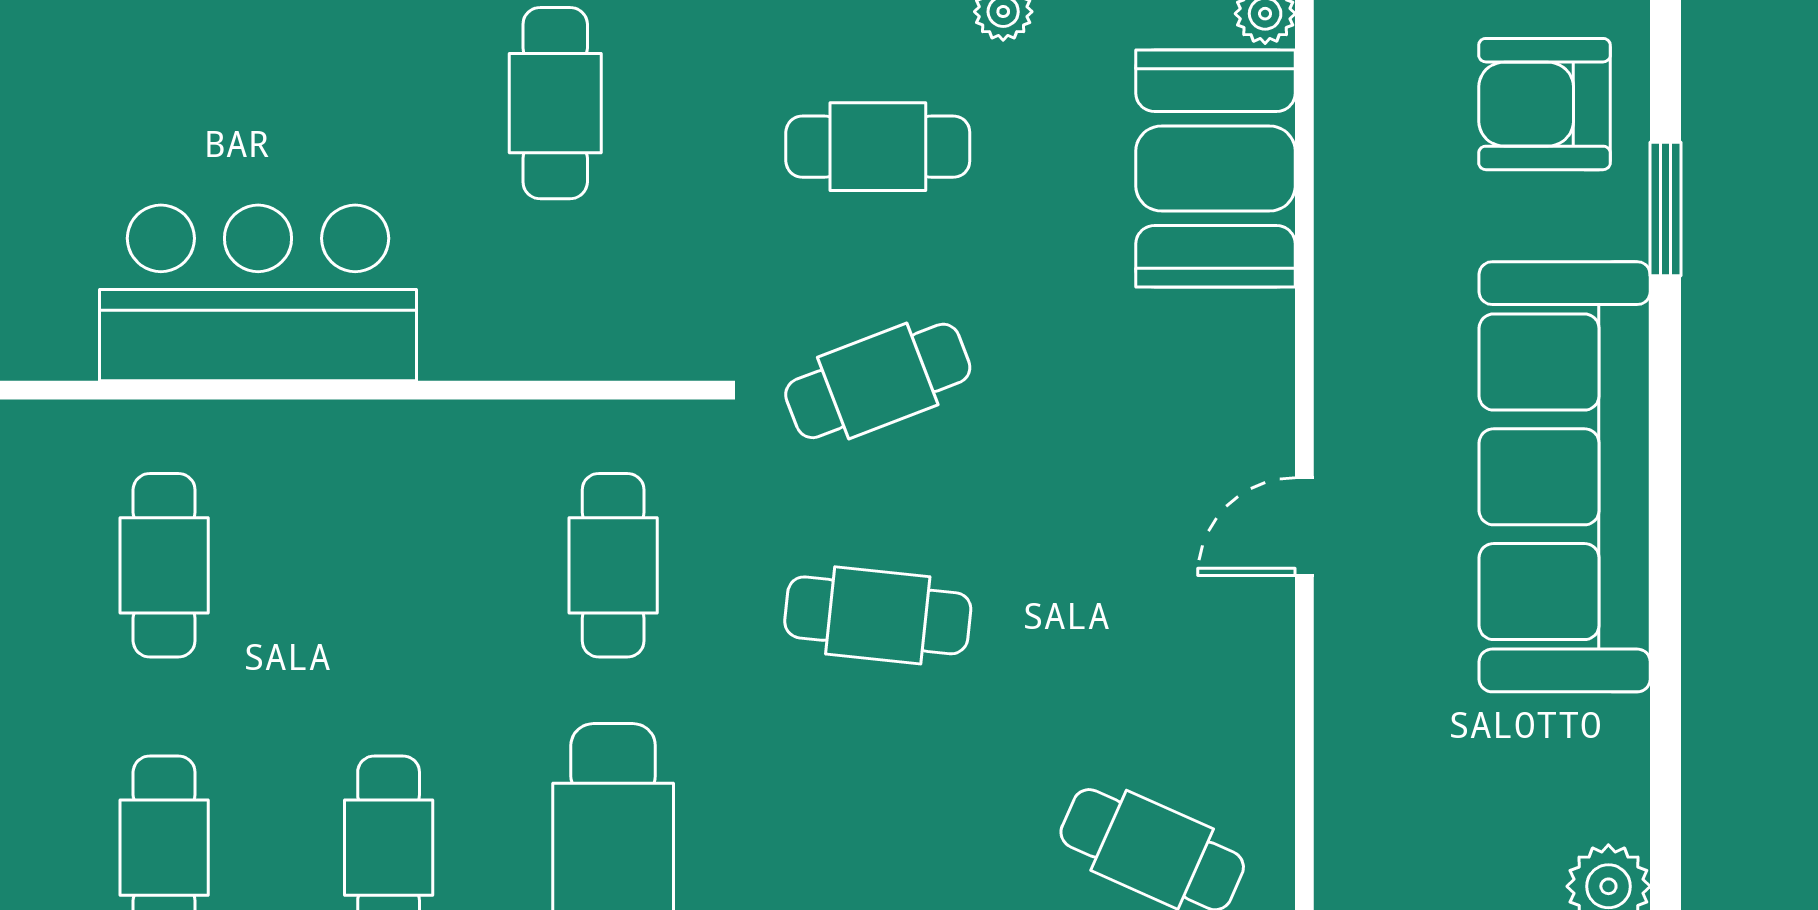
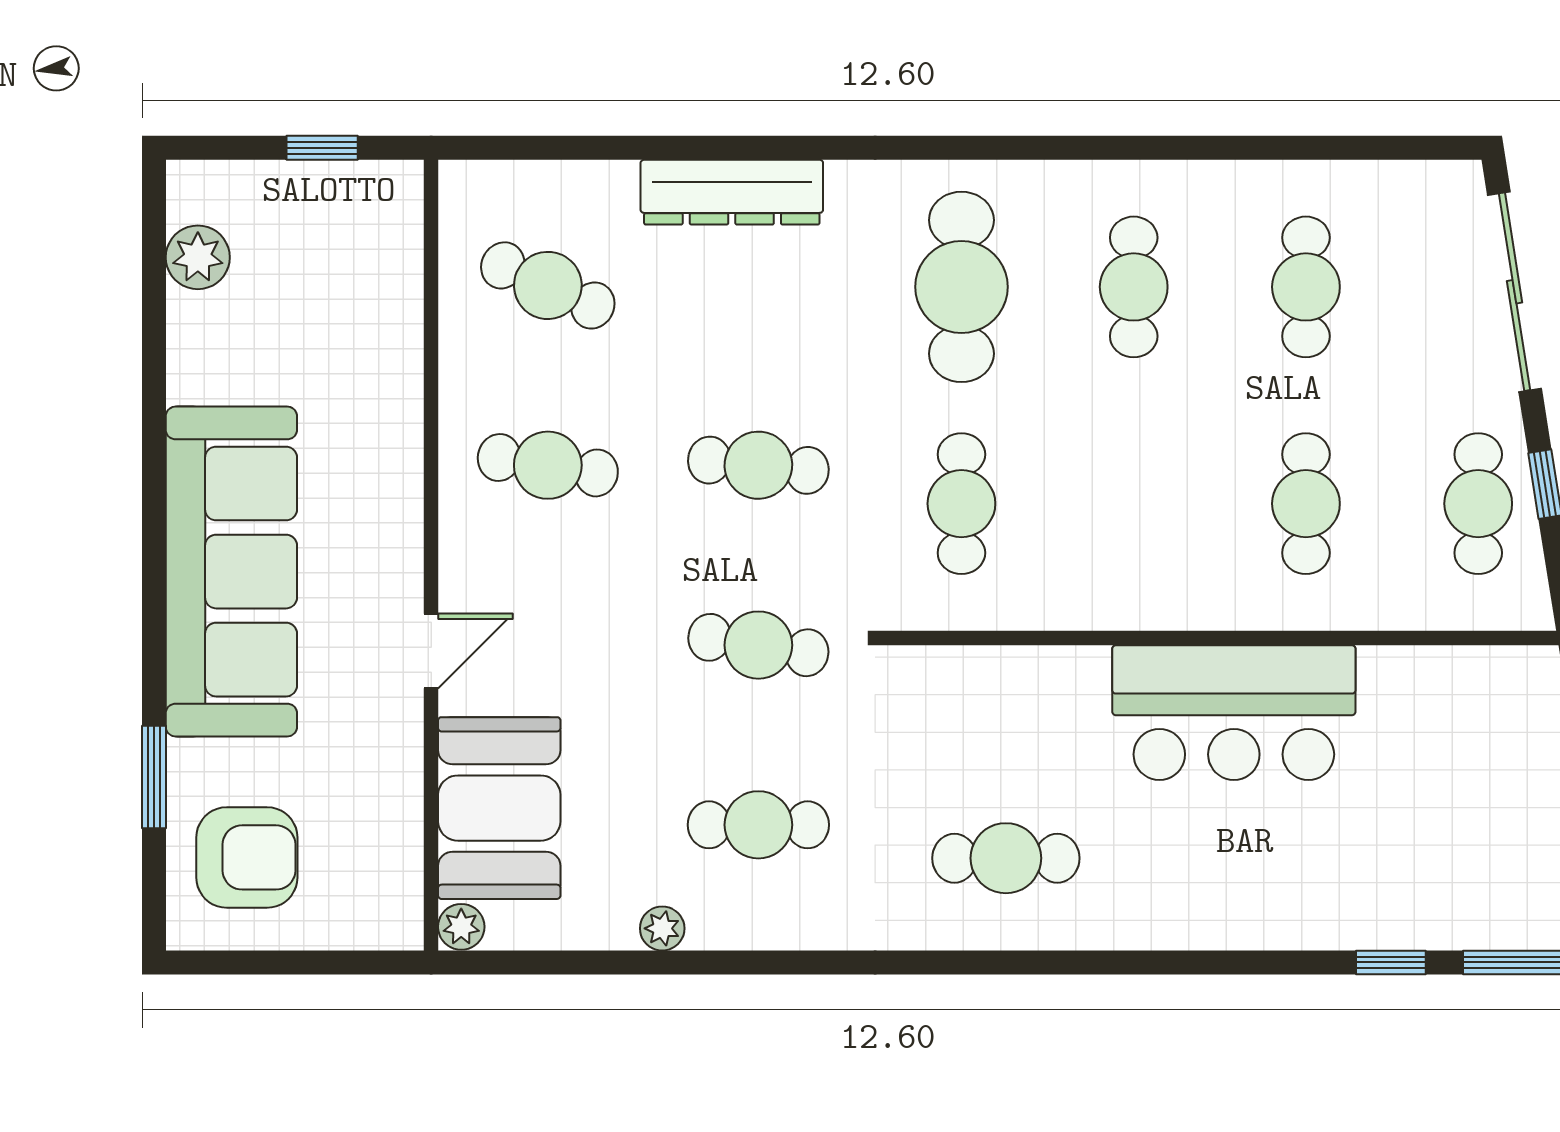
cafe table: (555, 103) -> (1006, 858), turned 90
cafe table: (878, 381) -> (758, 645), turned 30
door: (1304, 527) -> (431, 651), moved
cafe table: (1152, 615) -> (548, 465), added

